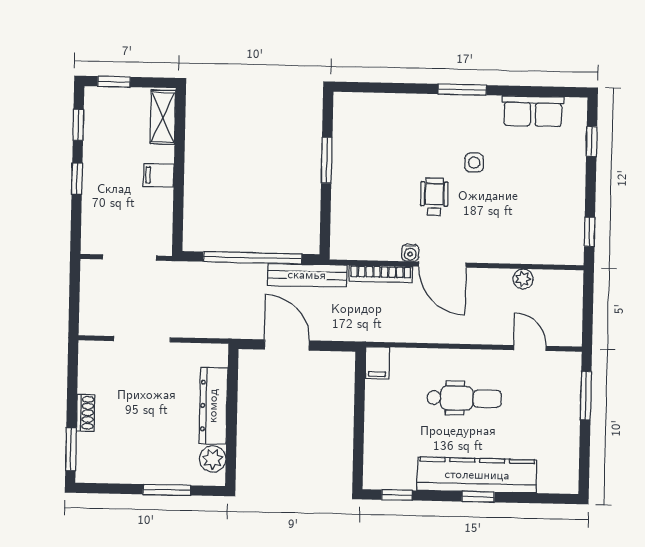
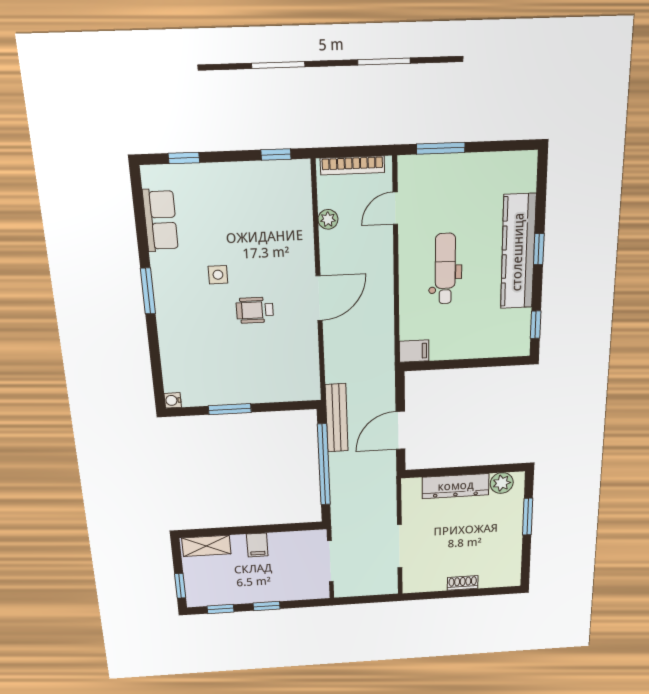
water cooler: (410, 253) -> (173, 400), moved, turned 180
bookcase: (381, 274) -> (352, 165), moved, turned 90
window: (71, 449) -> (493, 591), removed

